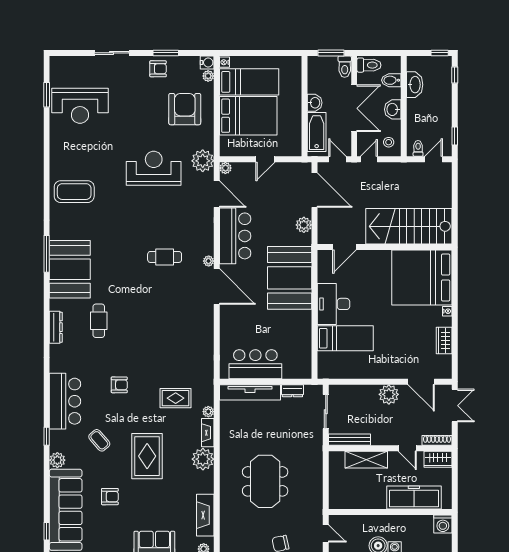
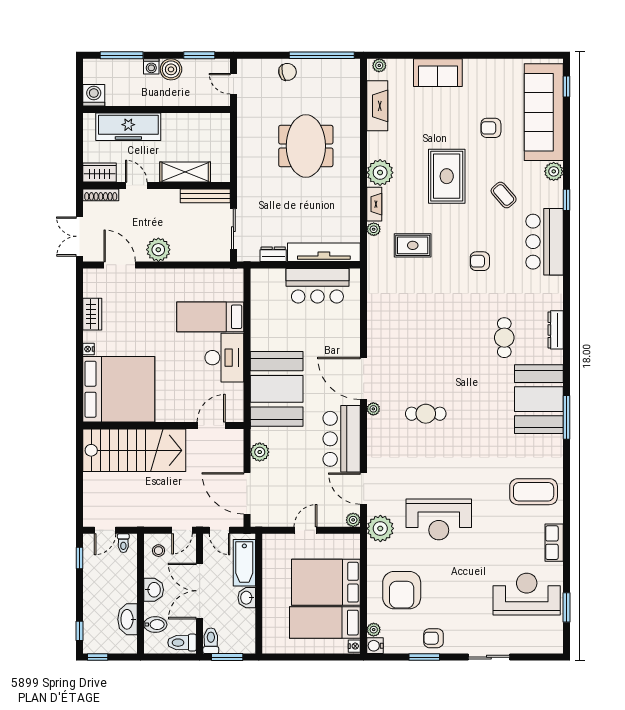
row of seats: (57, 149) -> (554, 543), added

